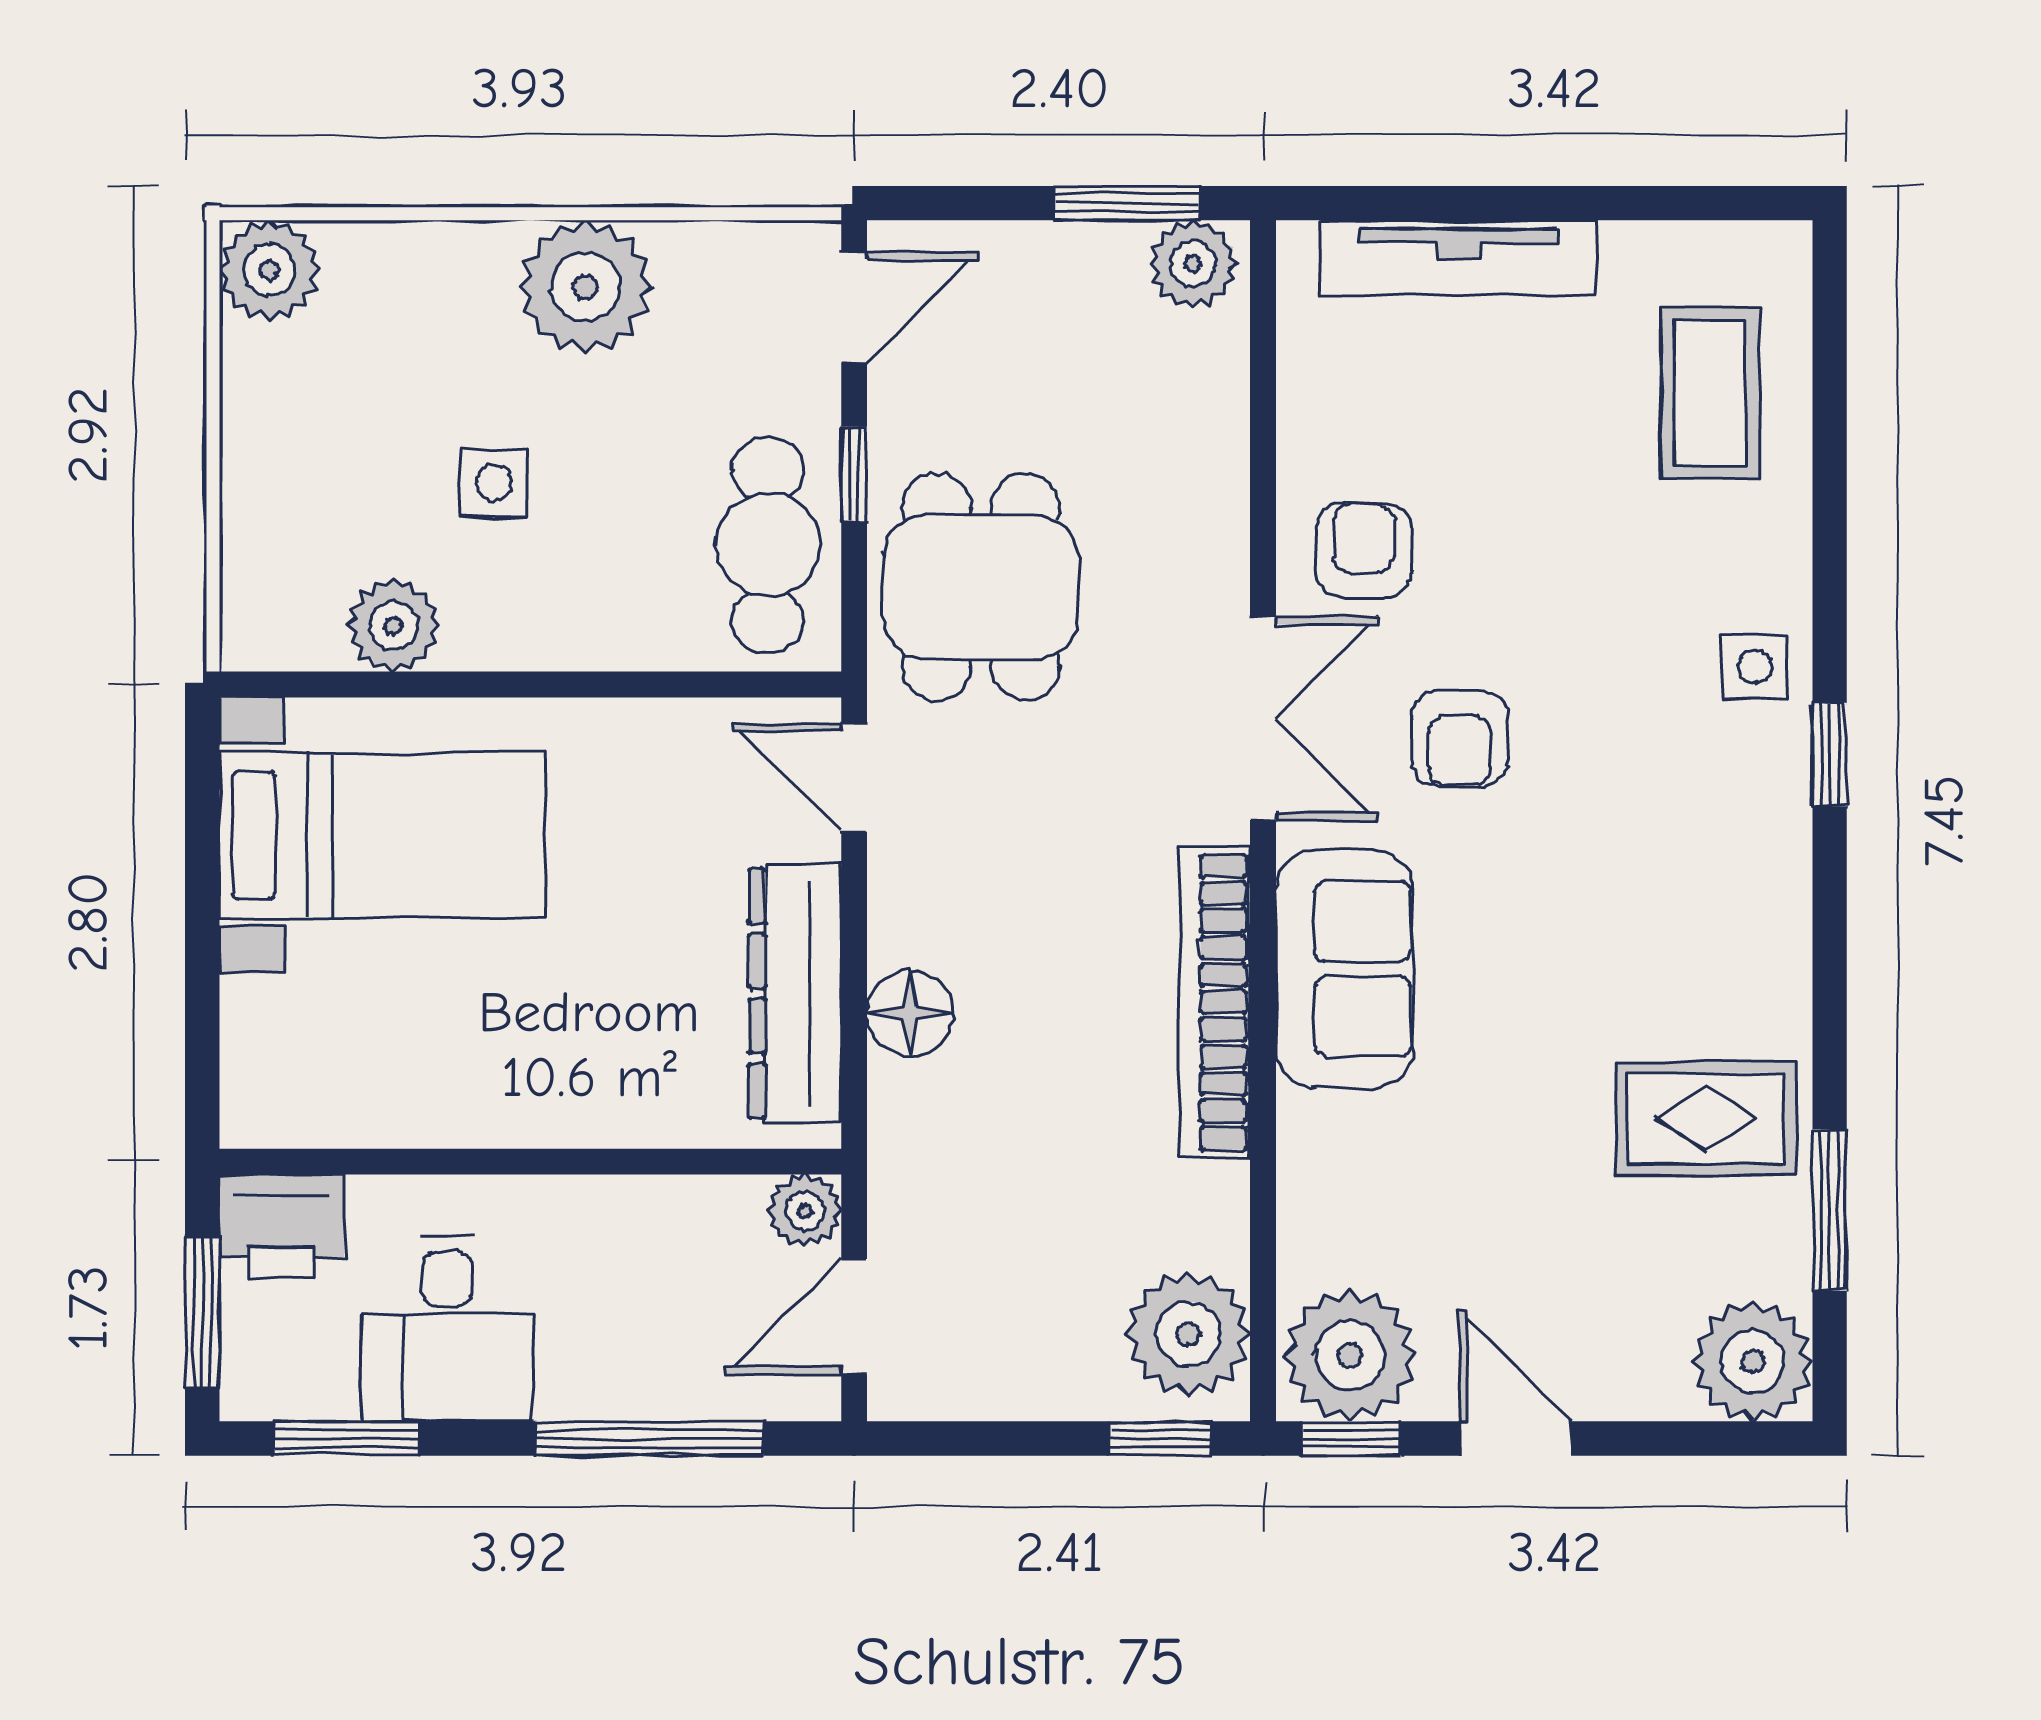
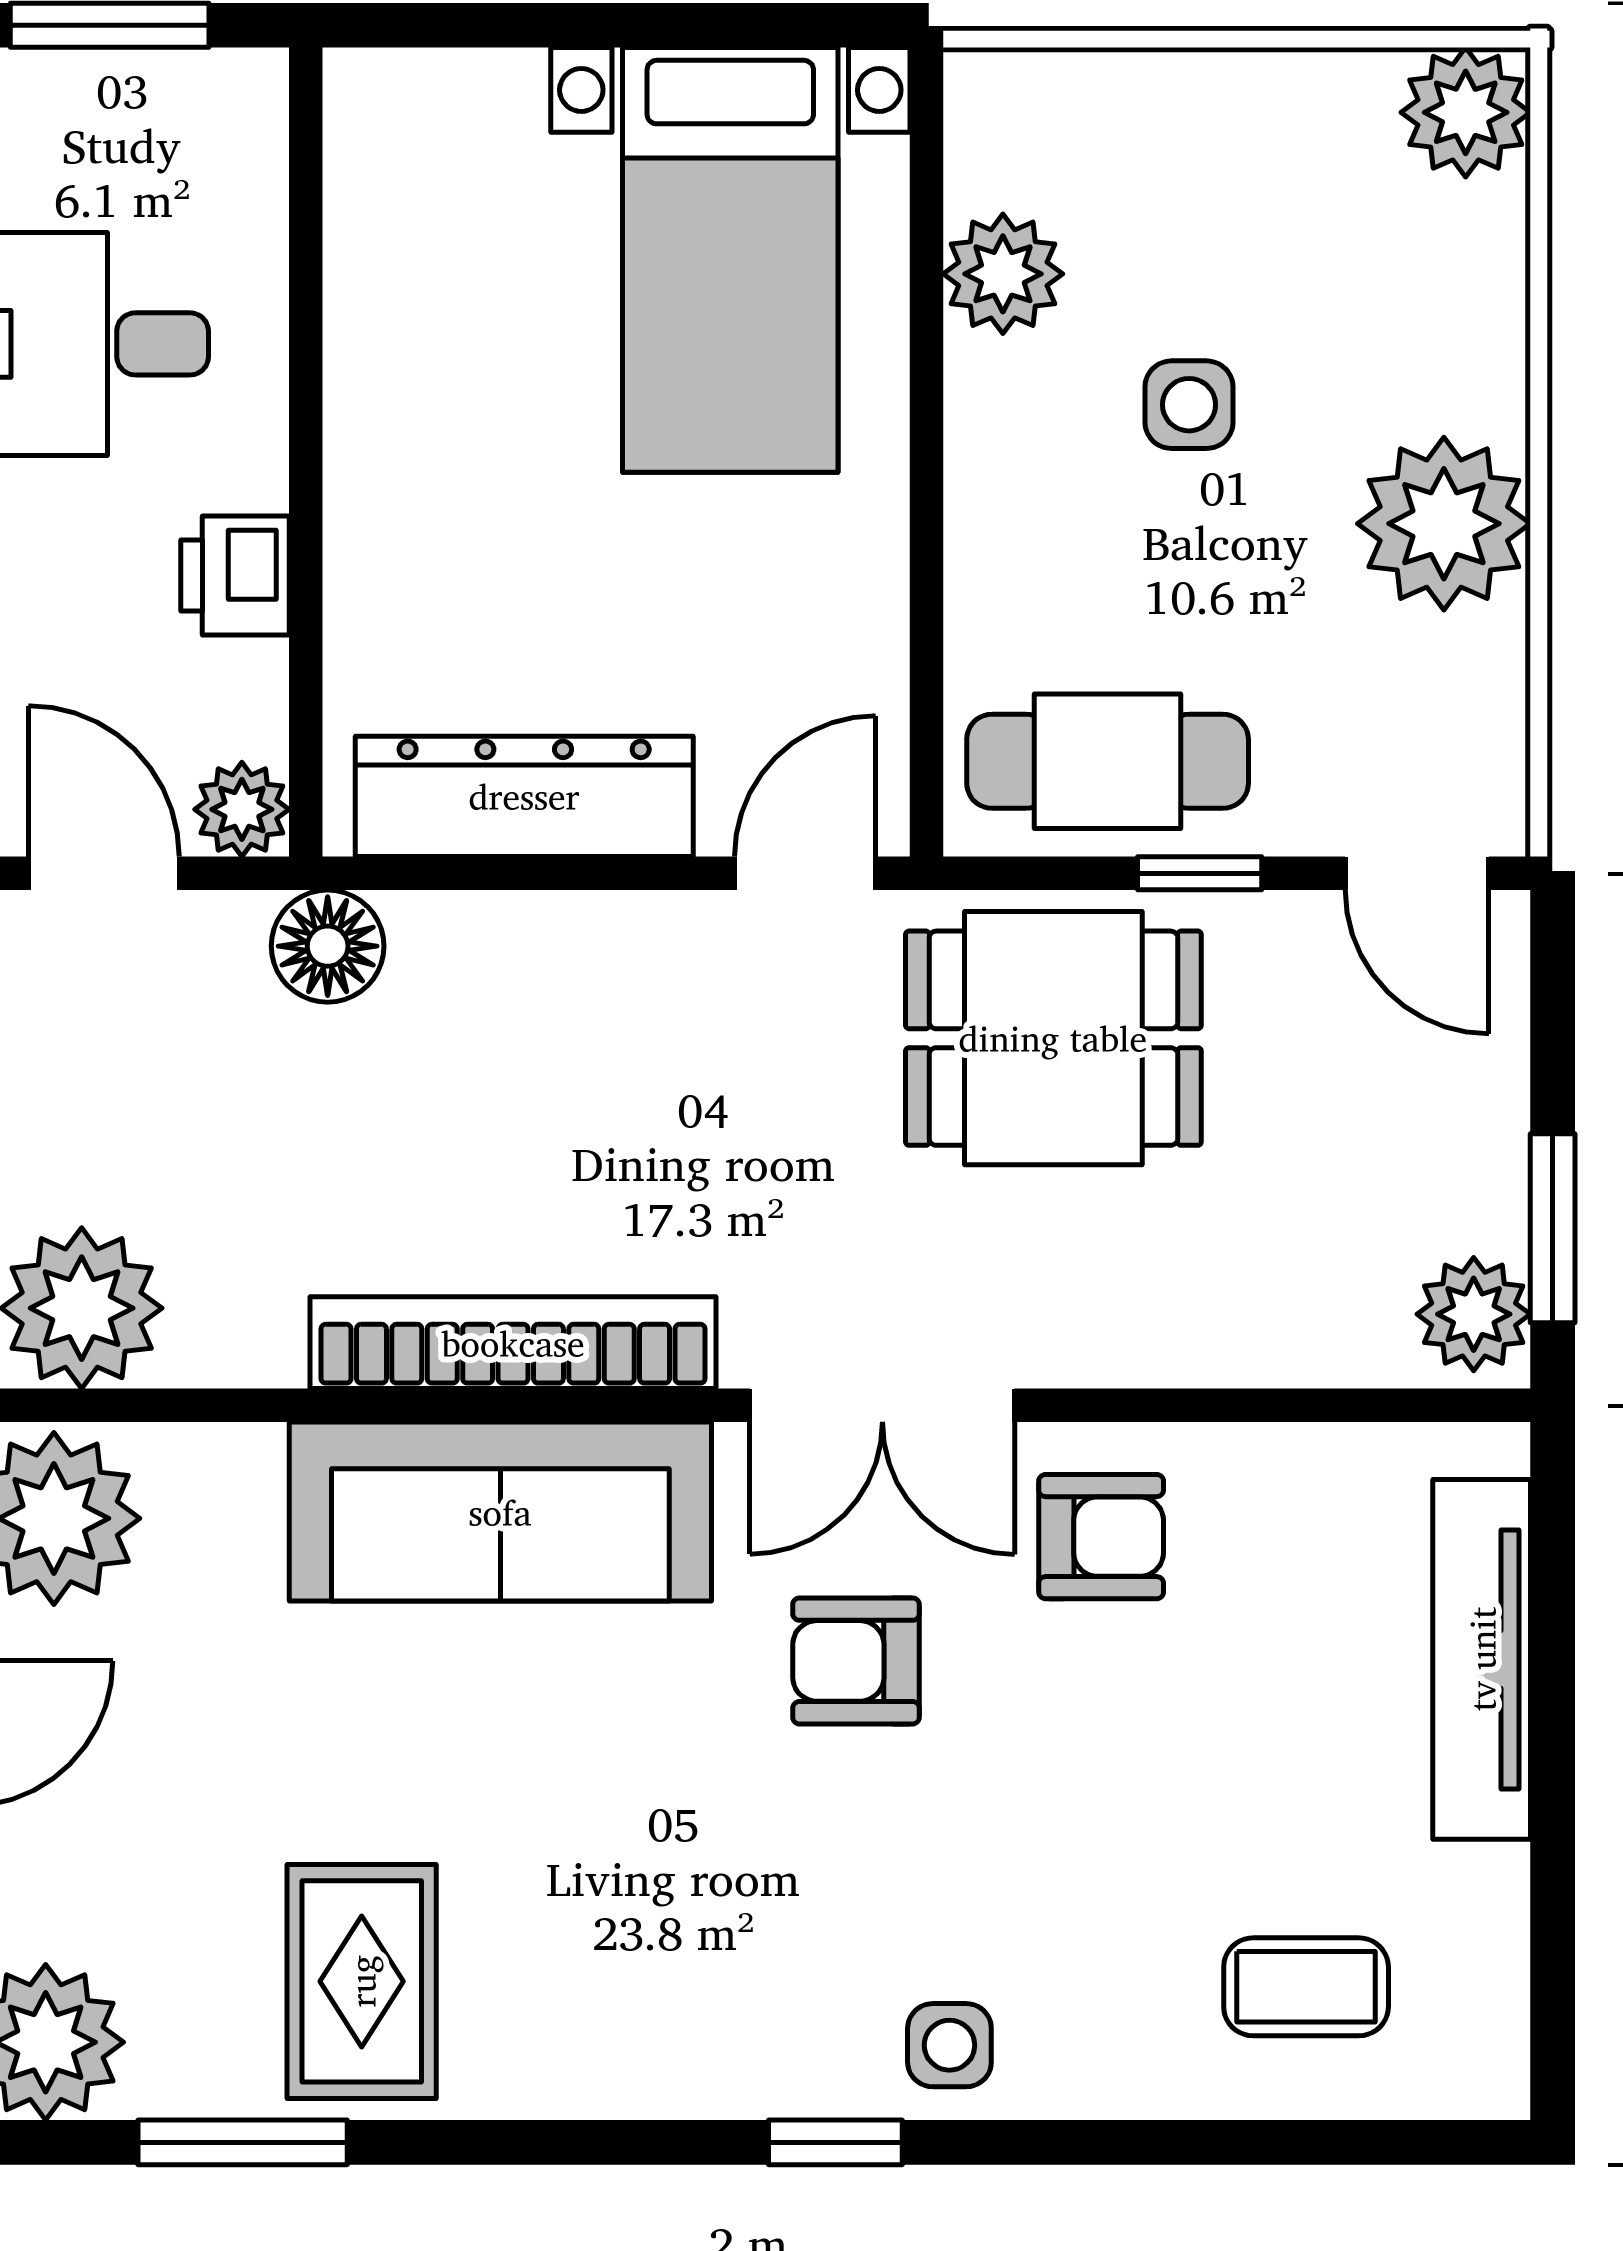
coffee table: (1710, 393) -> (1306, 1987), width x0.73, depth x0.77
sofa: (1345, 969) -> (500, 1512), width x1.36
floor lamp: (910, 1013) -> (328, 946), moved
printer: (282, 1226) -> (235, 576), moved, width x0.73, depth x0.81

